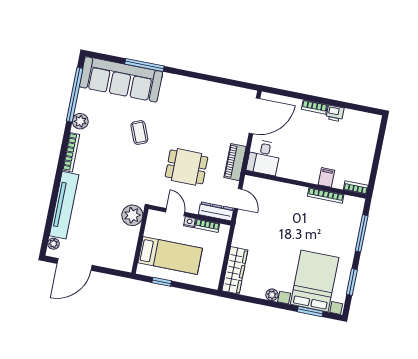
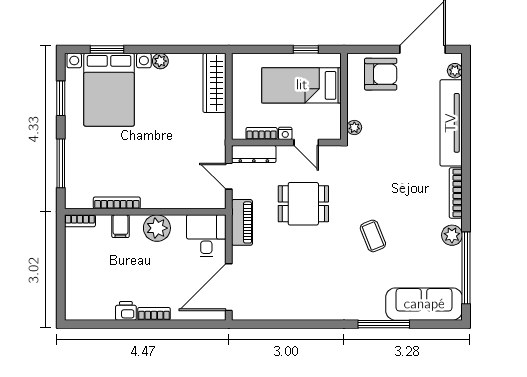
sofa: (121, 79) -> (424, 304), width x0.74, depth x0.79
plant: (299, 171) -> (157, 228), added
plant: (132, 215) -> (354, 127), width x0.53, depth x0.53
armchair: (109, 252) -> (381, 74), added

